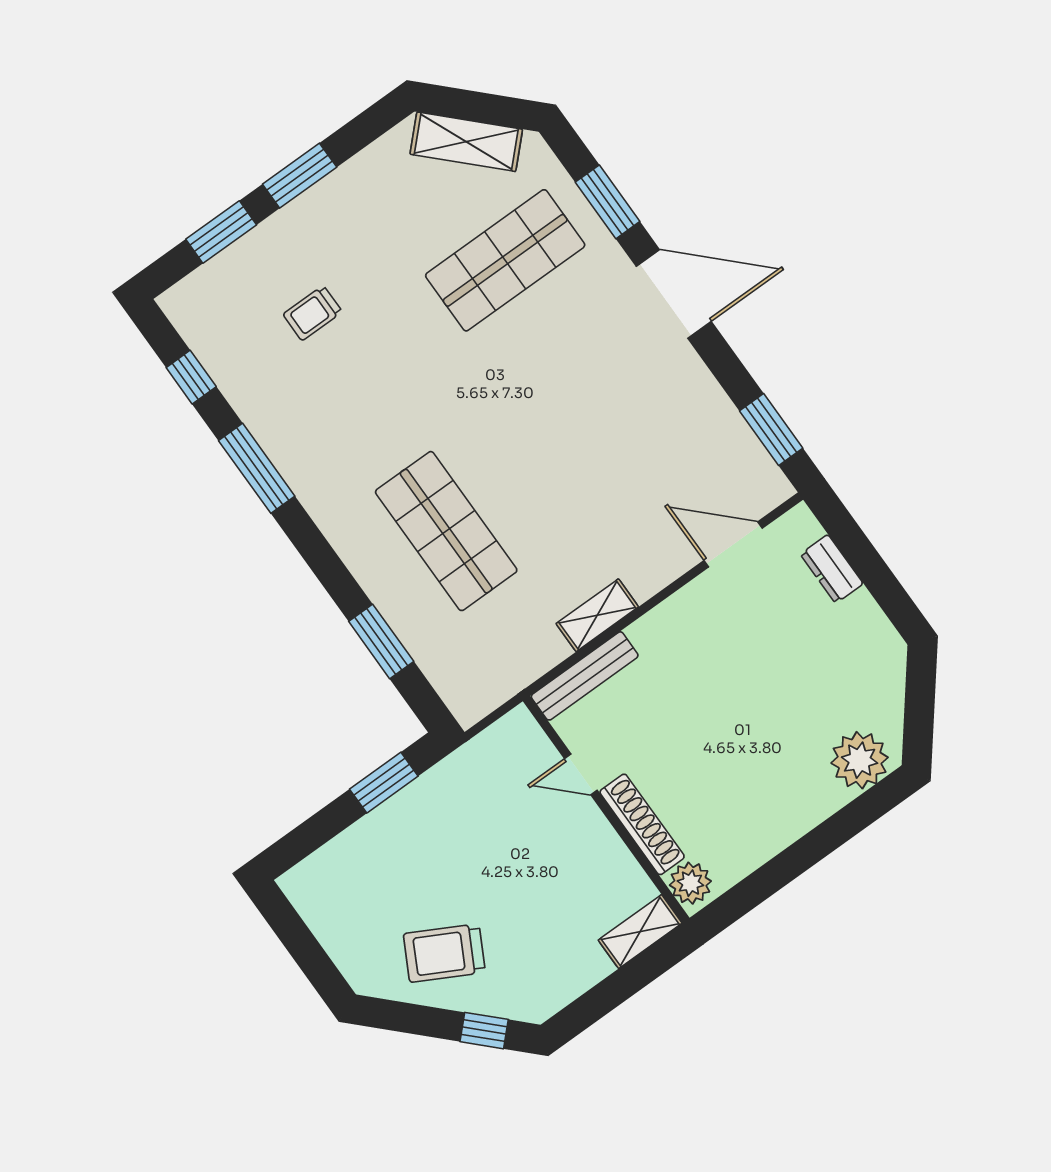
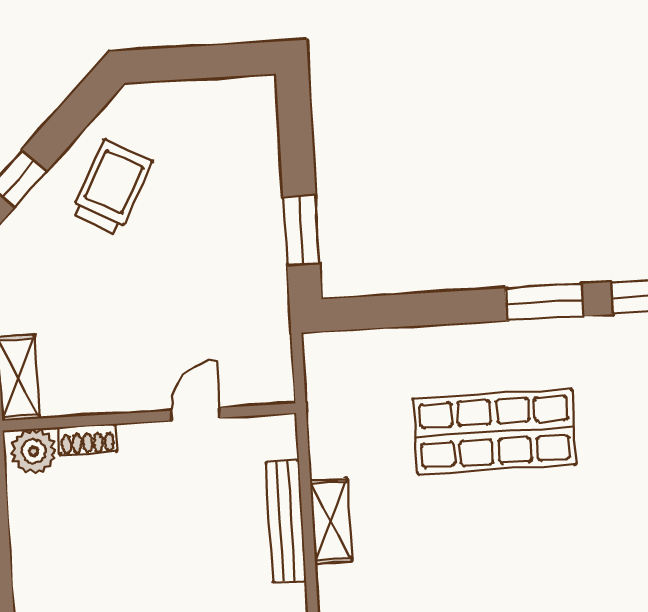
window: (381, 641) -> (544, 302), moved
bench: (585, 676) -> (286, 521), moved
shoe rack: (642, 824) -> (88, 439), width x0.51, depth x0.81

